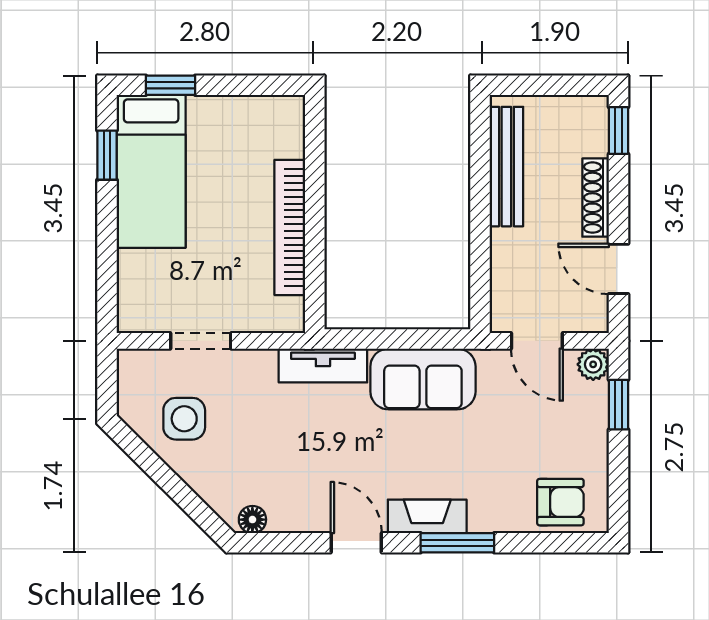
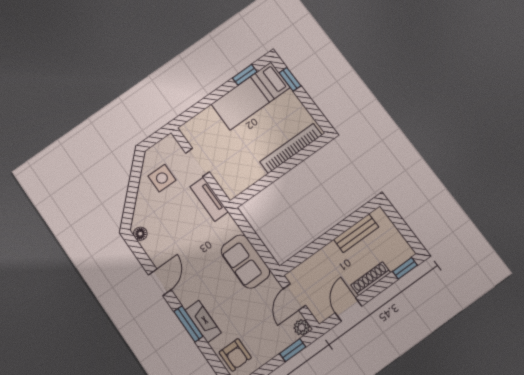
bench: (506, 167) -> (356, 233), width x0.73
bookcase: (290, 227) -> (291, 148), moved
tv unit: (323, 366) -> (209, 199), moved
fireplace: (427, 516) -> (203, 321), moved

